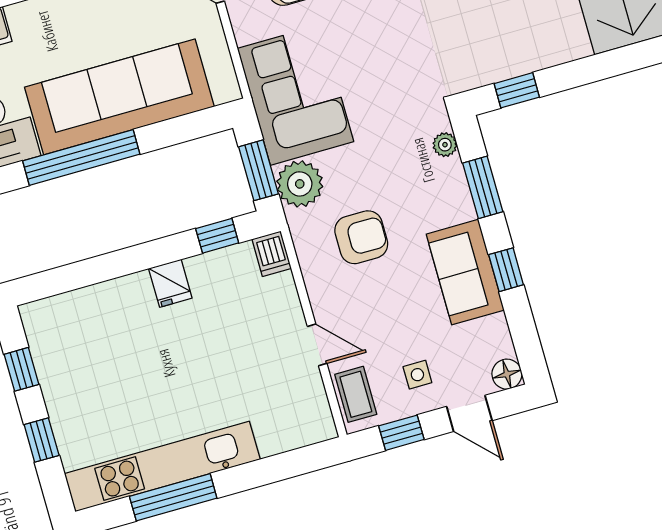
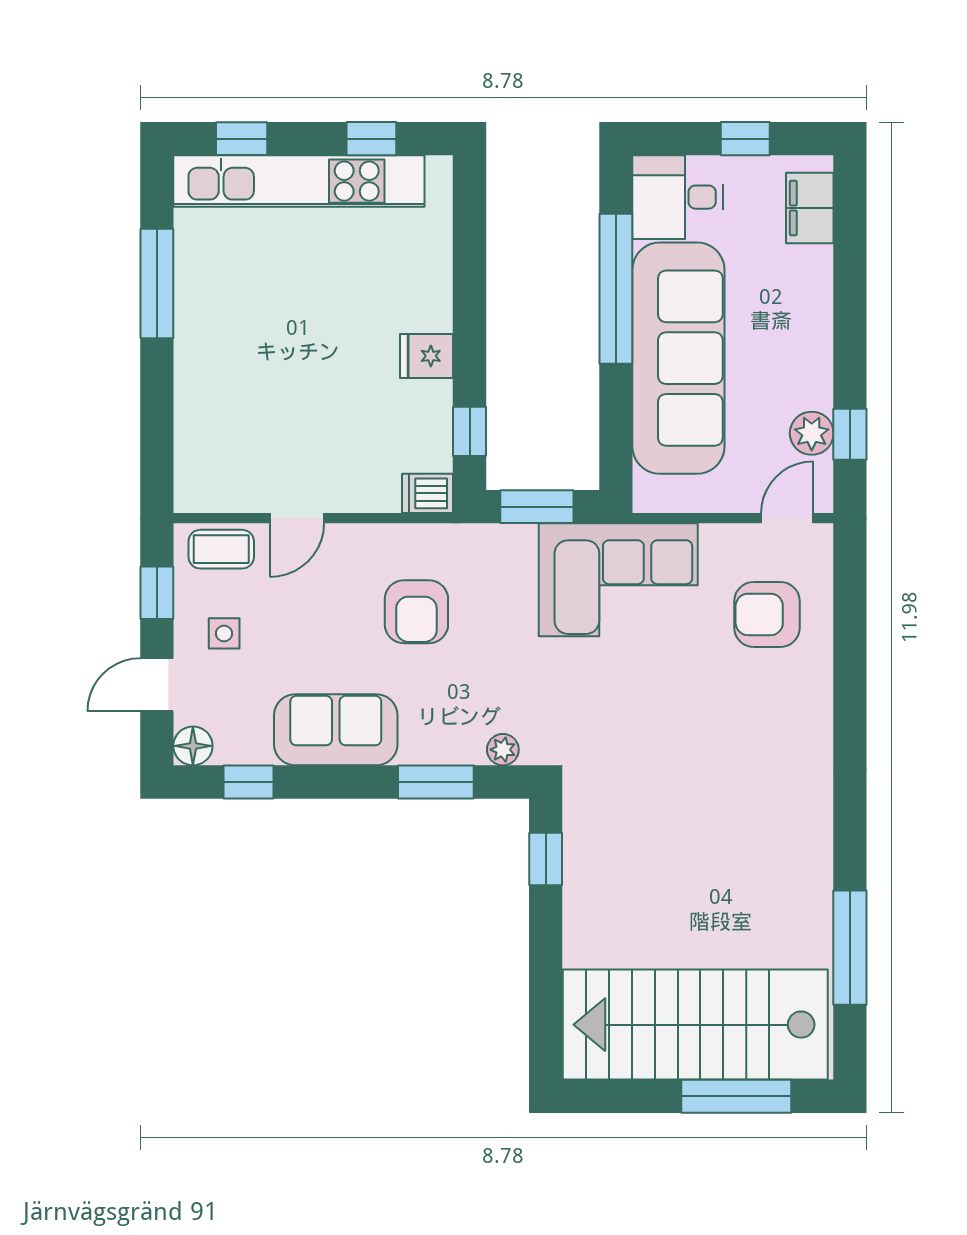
plant: (300, 184) -> (505, 554), removed
window: (506, 270) -> (248, 782), moved
window: (42, 440) -> (242, 139), moved
kitchen unit: (162, 467) -> (299, 181), moved, turned 90

